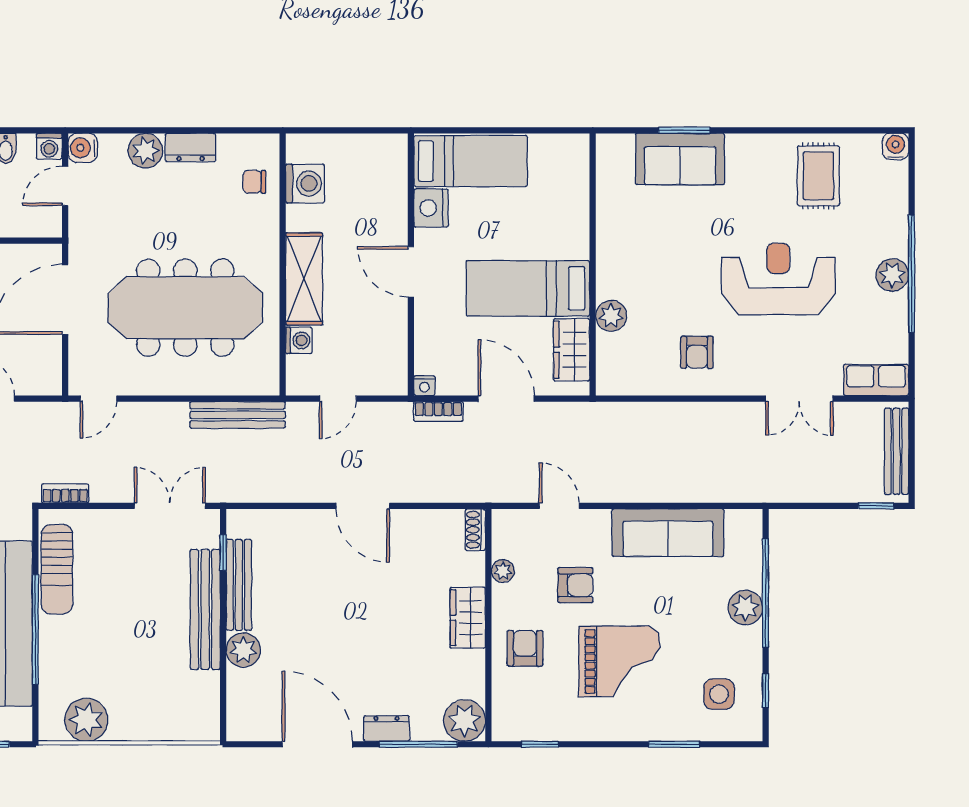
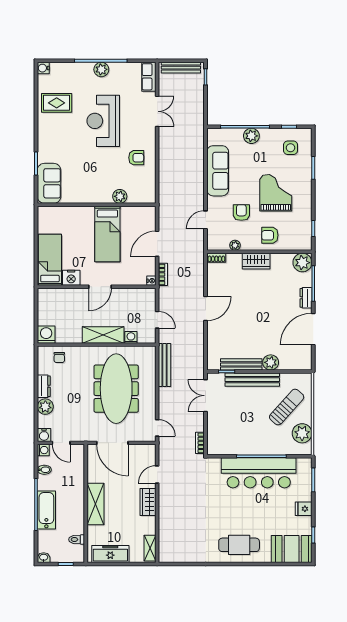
sofa: (680, 159) -> (49, 183), moved
washing machine: (305, 184) -> (46, 335), moved
wardrobe: (572, 350) -> (135, 214), removed
sun lounger: (57, 569) -> (287, 407), moved, turned -48

